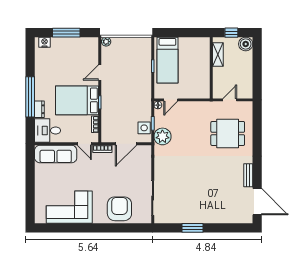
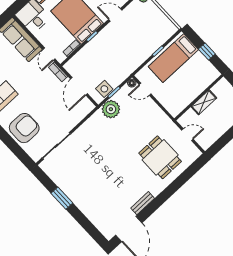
window: (185, 33) -> (207, 52), added
shelving: (218, 55) -> (204, 102), moved
door: (126, 144) -> (79, 86), hinge flipped

